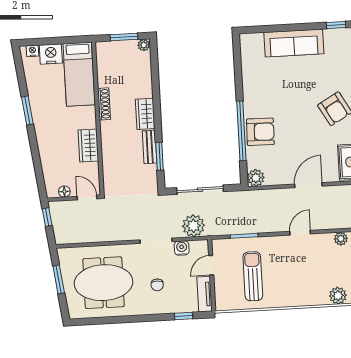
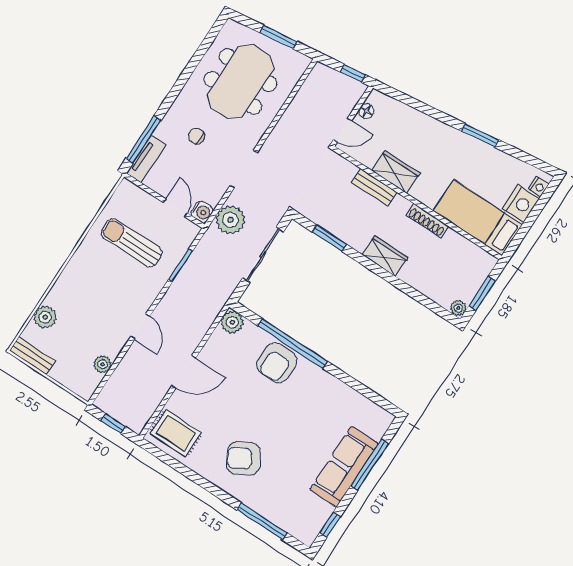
window: (281, 28) -> (370, 465), added
bench: (150, 147) -> (374, 187), moved
door: (308, 185) -> (184, 372), hinge flipped
water cooler: (182, 248) -> (202, 212), moved
sun lounger: (253, 276) -> (131, 243), turned 180
tv unit: (204, 294) -> (146, 159), moved, turned 90
window: (184, 316) -> (143, 139), width x2.17

